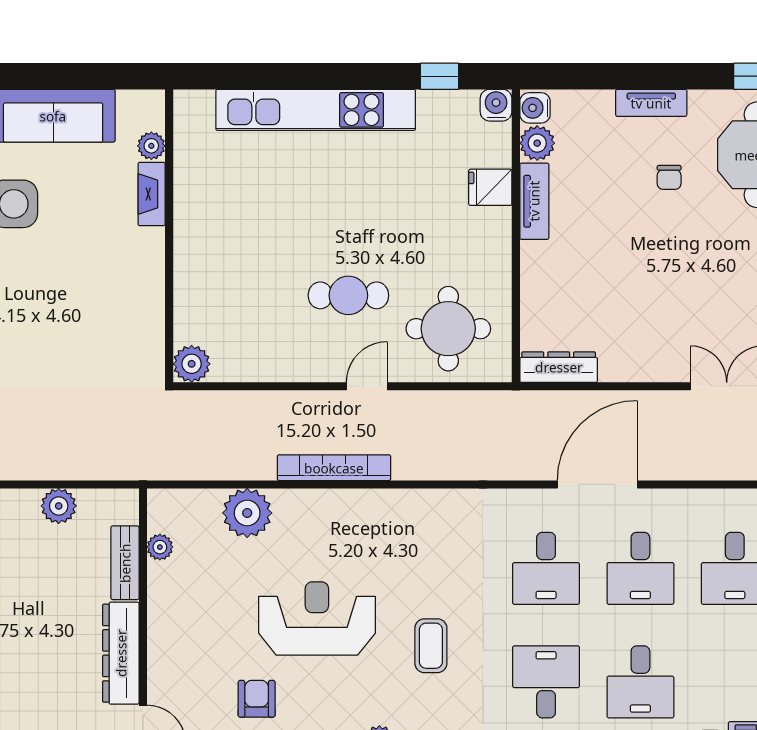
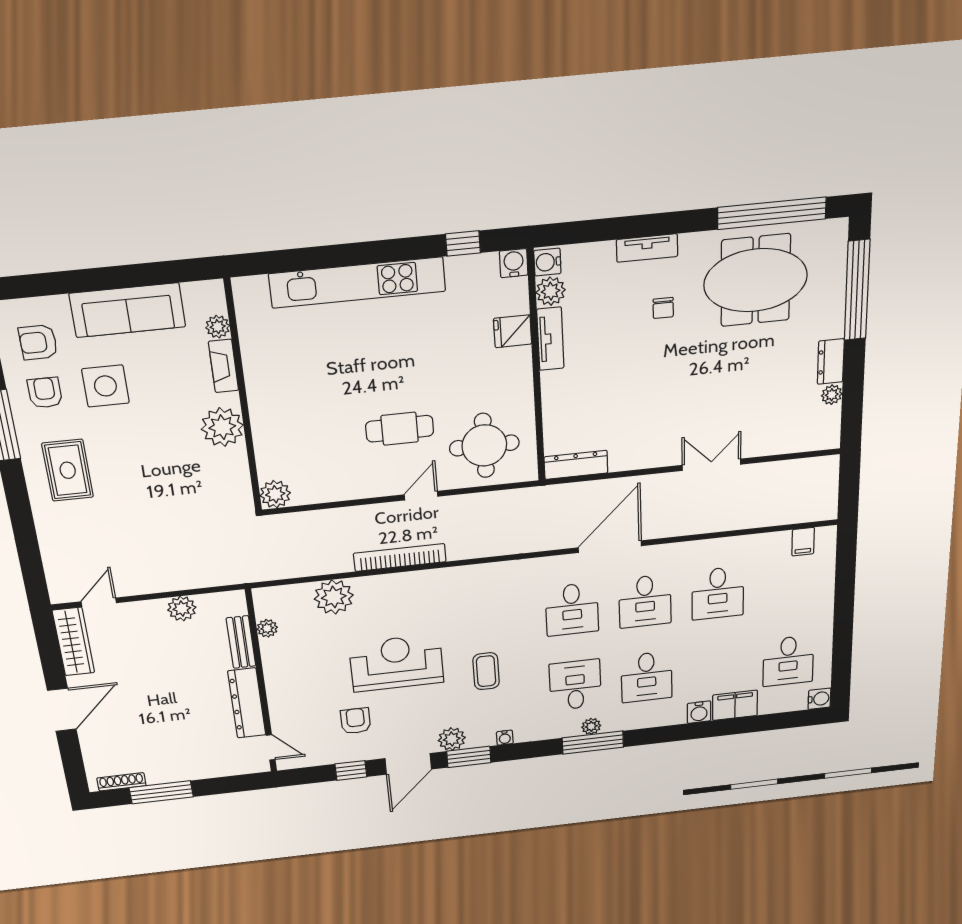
plant: (140, 270) -> (222, 427), added

